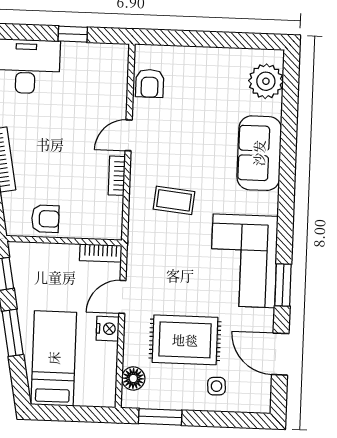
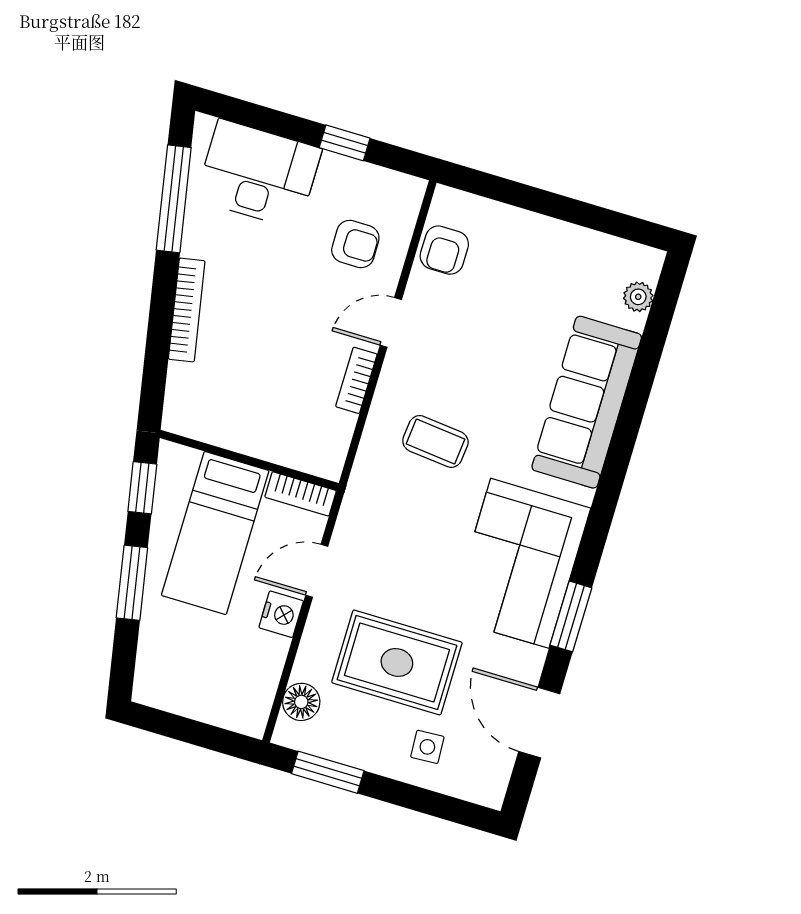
plant: (266, 81) -> (638, 297), width x0.53, depth x0.53
sofa: (259, 153) -> (587, 402), width x1.36
armchair: (45, 219) -> (355, 244), moved
bed: (54, 358) -> (215, 533), moved, turned 180

